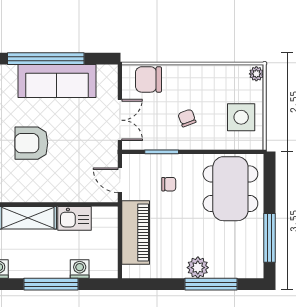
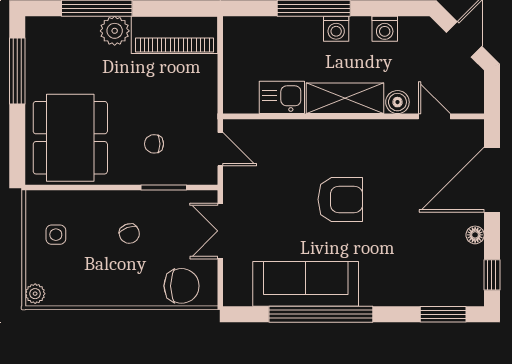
side table: (241, 117) -> (56, 235), width x0.54, depth x0.54
piano: (136, 233) -> (175, 35), moved, turned -90
washing machine: (80, 269) -> (336, 29), moved

